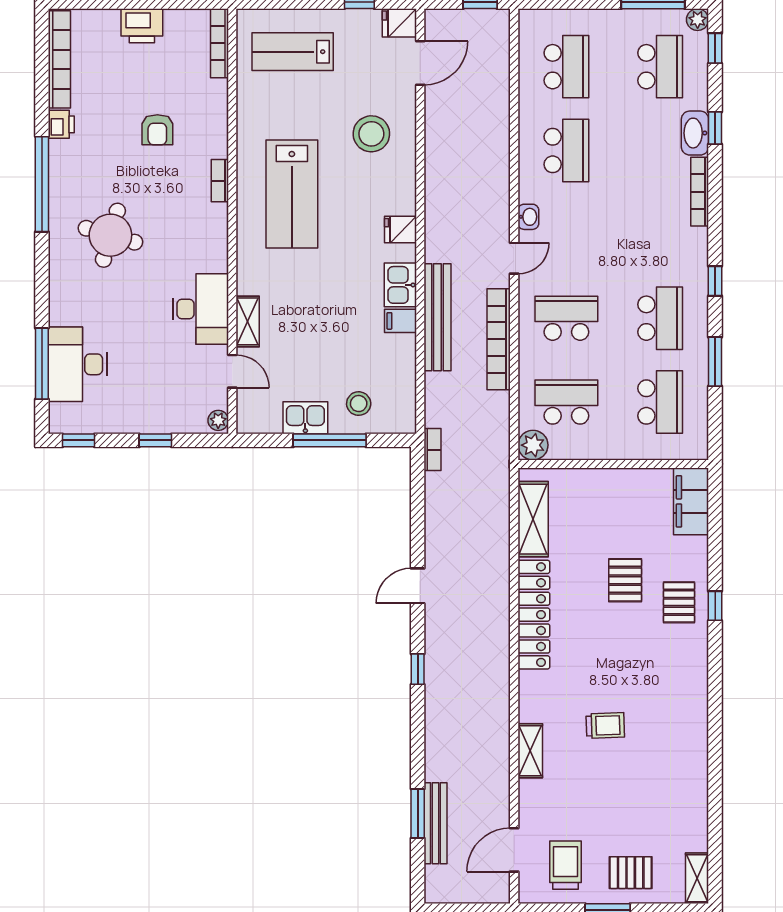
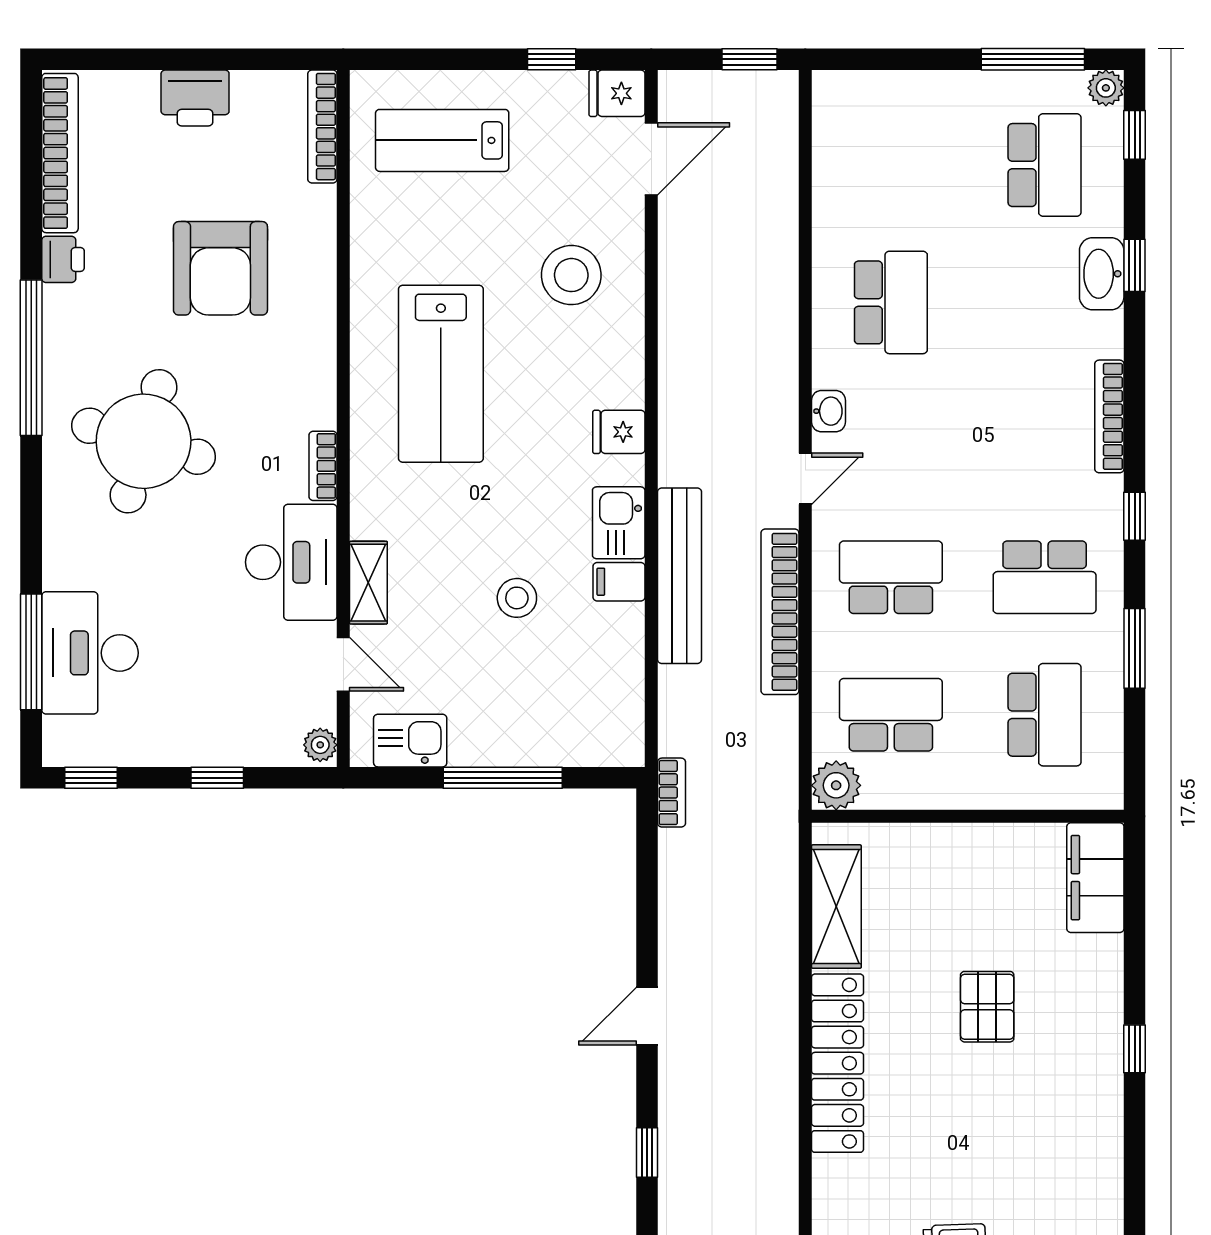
school desk: (566, 67) -> (891, 165), removed
armchair: (157, 130) -> (220, 268), width x1.88, depth x1.88
bookcase: (220, 181) -> (323, 466), moved
bookcase: (700, 192) -> (1109, 416), moved
round table: (110, 235) -> (144, 441), width x1.36, depth x1.36
school desk: (660, 318) -> (1045, 577), turned 90
stool: (359, 404) -> (517, 598), moved
kitchen sink: (305, 418) -> (410, 741), moved
pallet: (679, 602) -> (1076, 1043), removed

